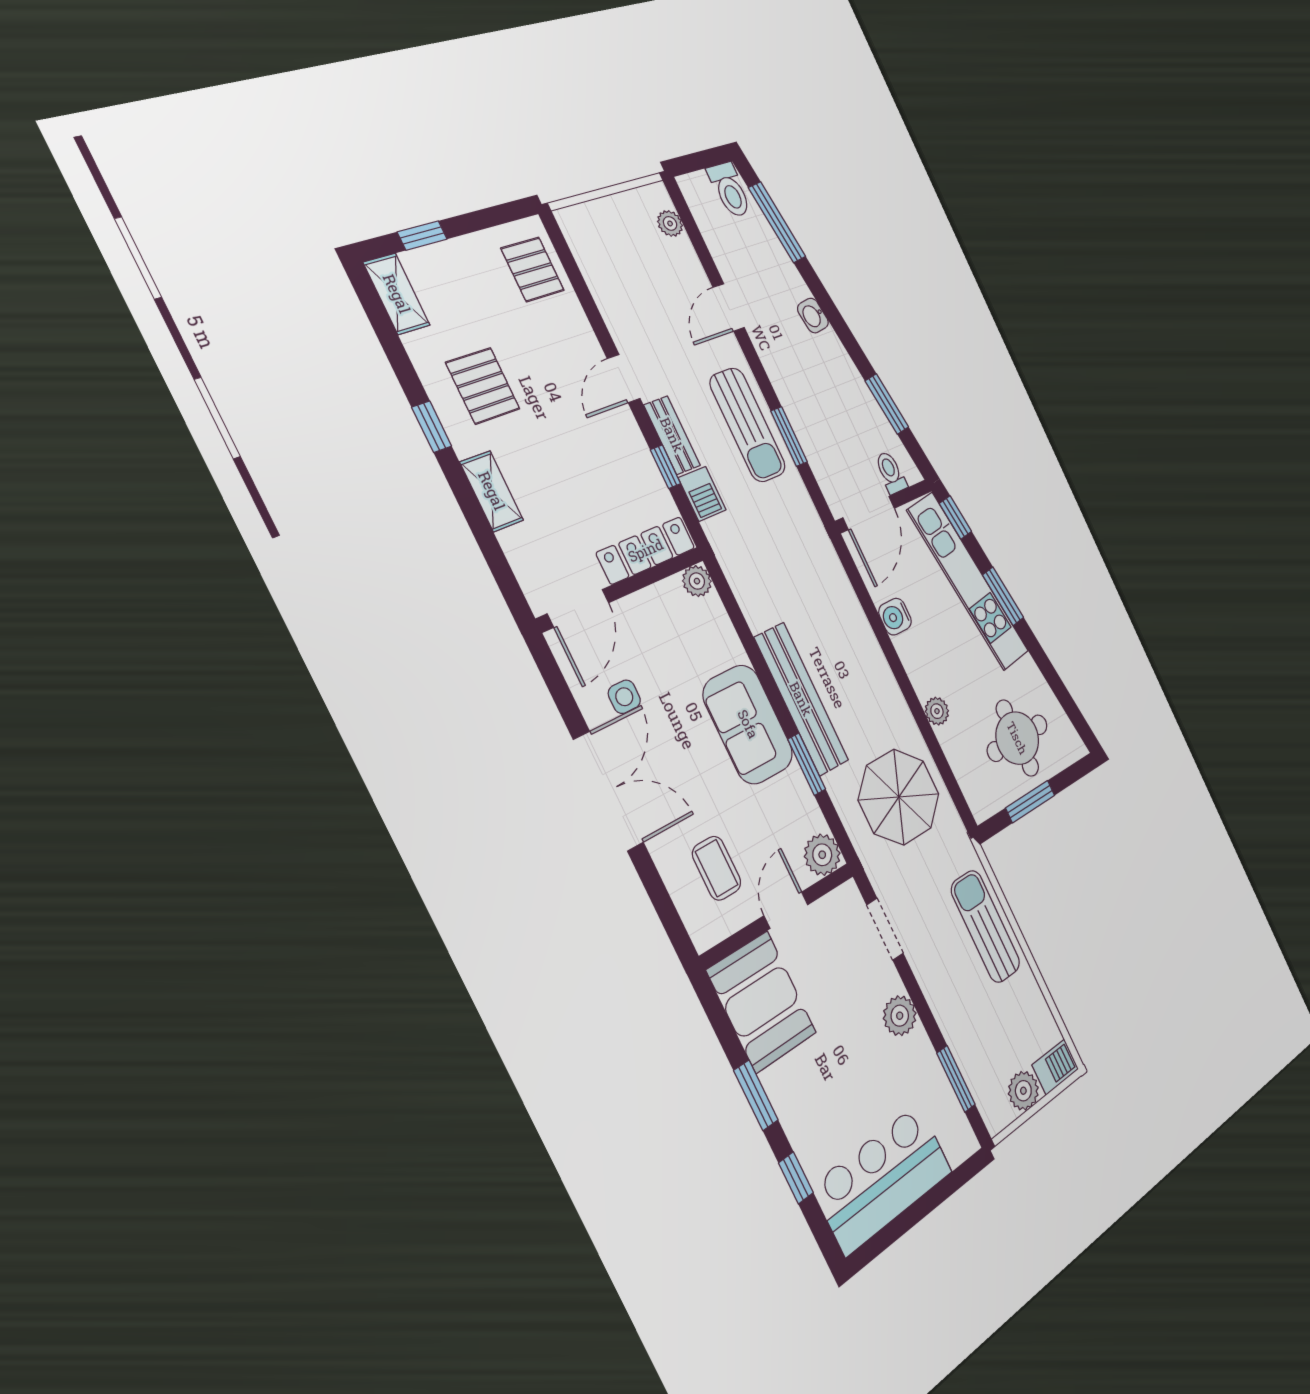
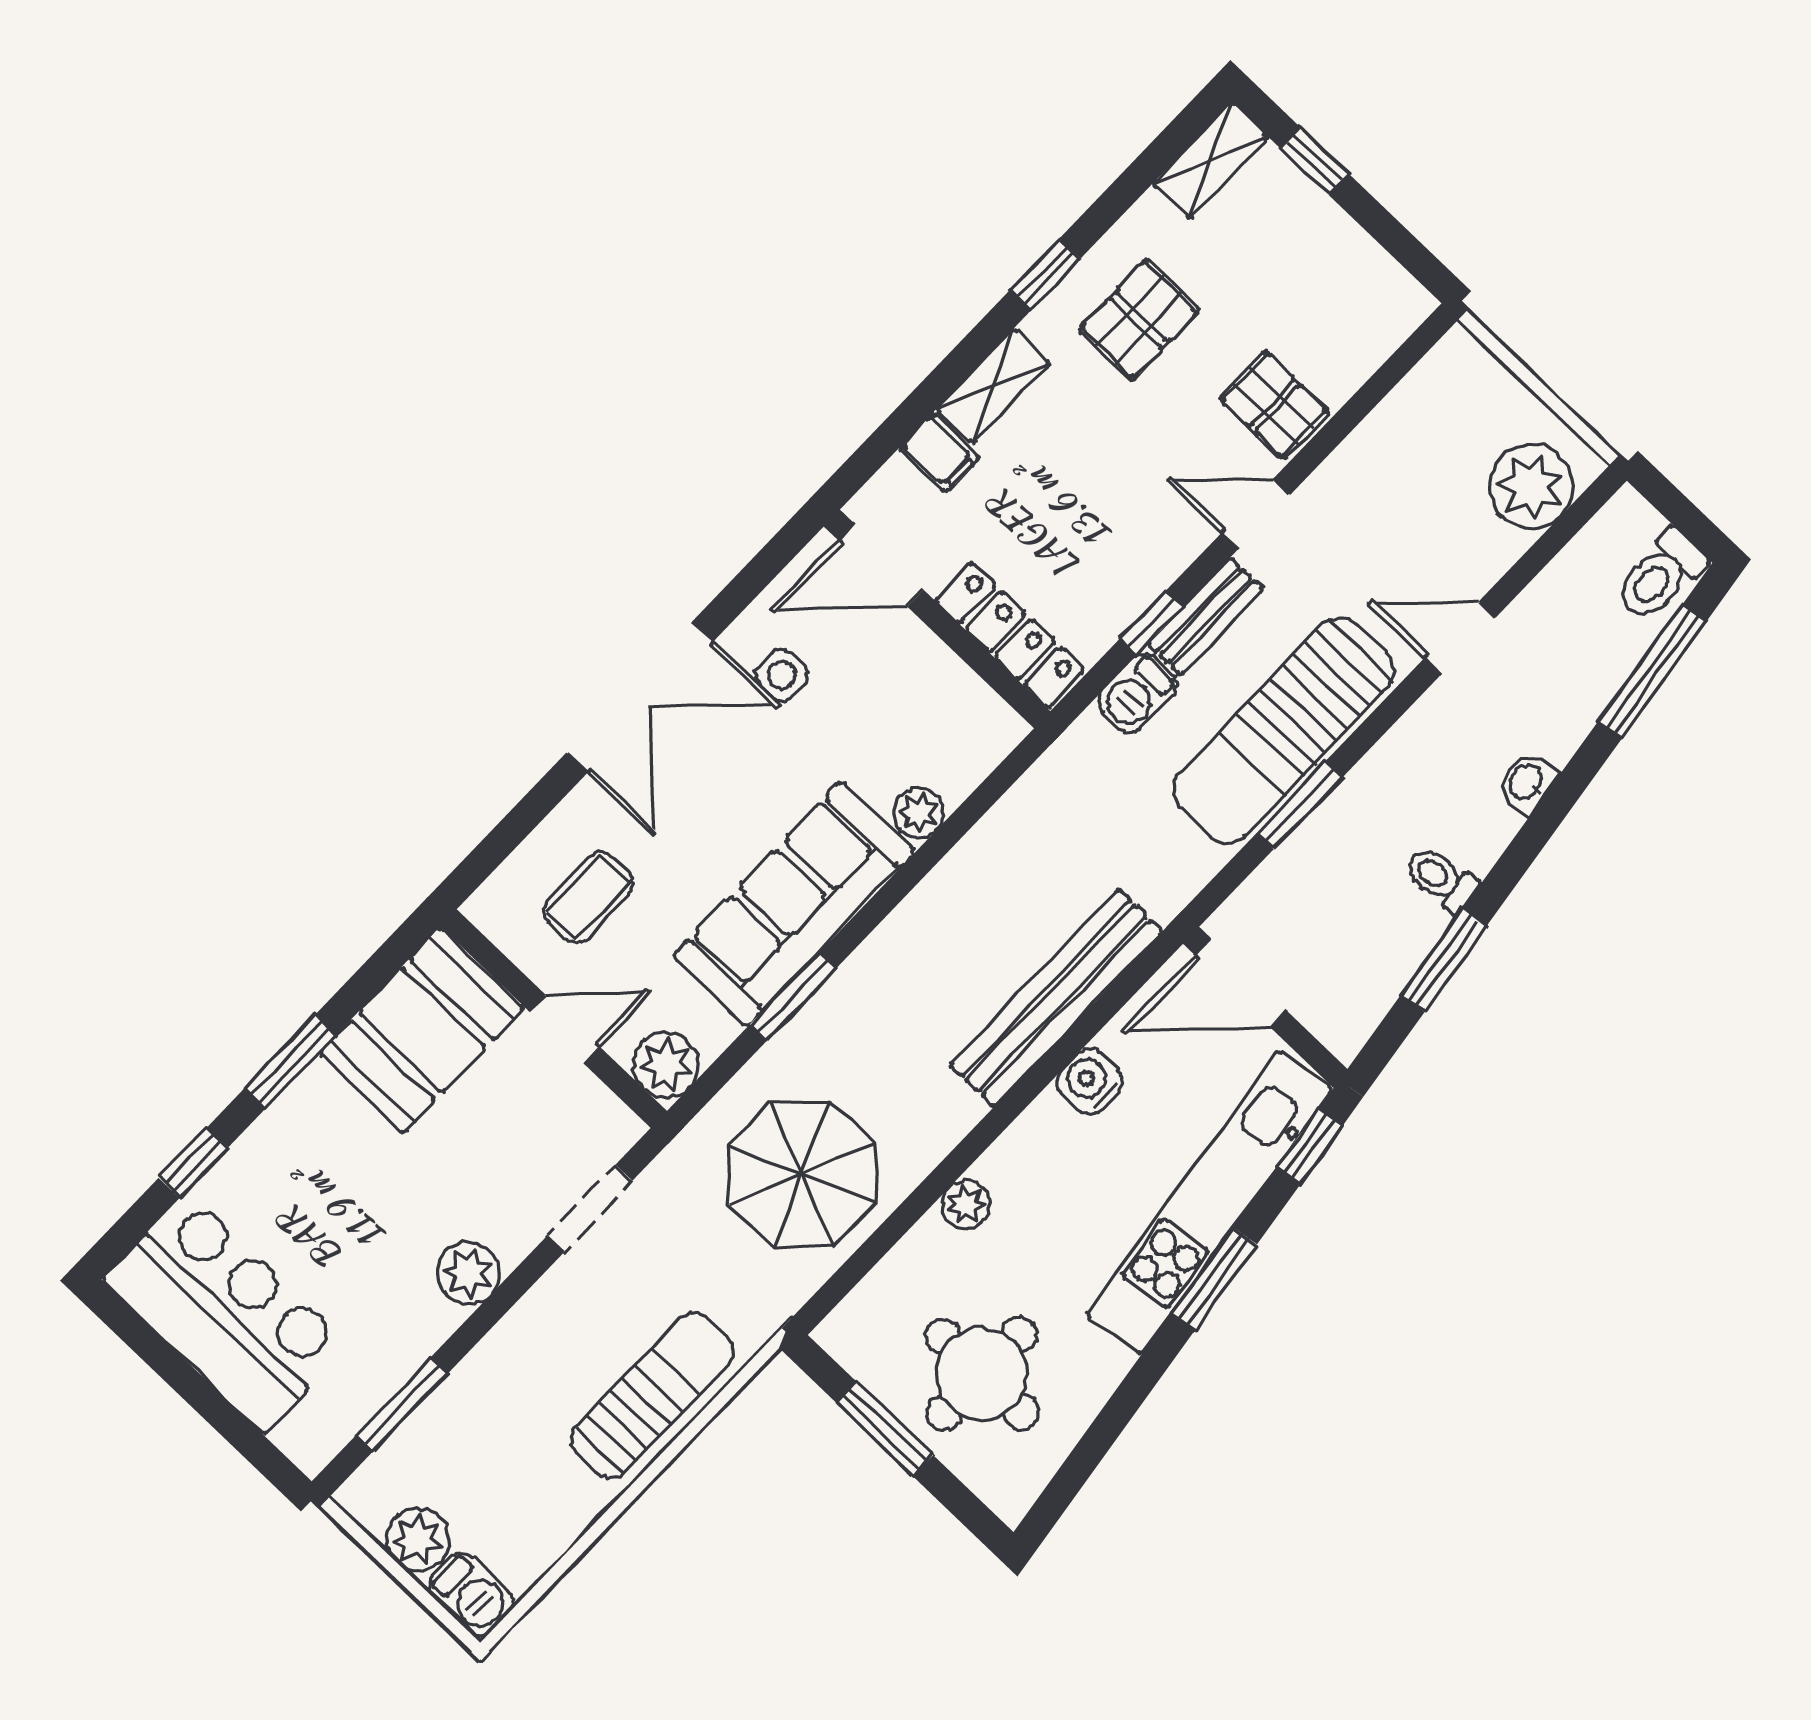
plant: (670, 223) -> (1531, 487), width x1.88, depth x1.88
pallet: (533, 269) -> (1274, 405), moved, turned 90
sun lounger: (748, 425) -> (1284, 730), width x1.36, depth x1.34
toilet: (891, 473) -> (1441, 879), moved, turned -98
filing cabinet: (522, 542) -> (940, 453), added
plant: (697, 581) -> (918, 813), moved
bench: (801, 699) -> (1056, 998), moved
sofa: (748, 724) -> (794, 904), width x1.36

